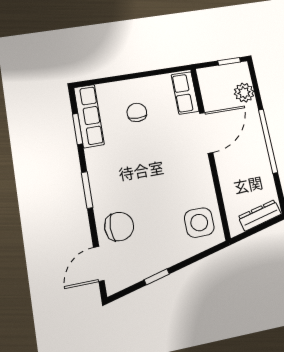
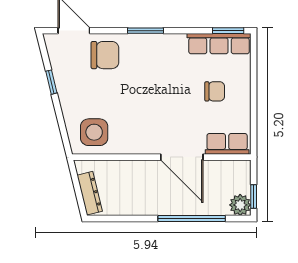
plant: (244, 93) -> (240, 205), moved
window: (78, 129) -> (228, 31), moved
window: (268, 141) -> (192, 218), moved
chair: (119, 227) -> (105, 55), turned -90

